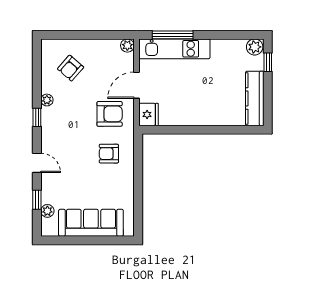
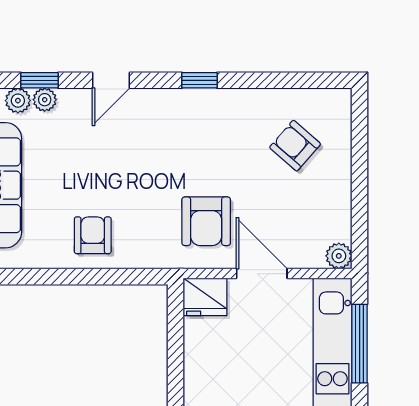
plant: (47, 100) -> (45, 100), moved
armchair: (109, 154) -> (93, 235), moved

